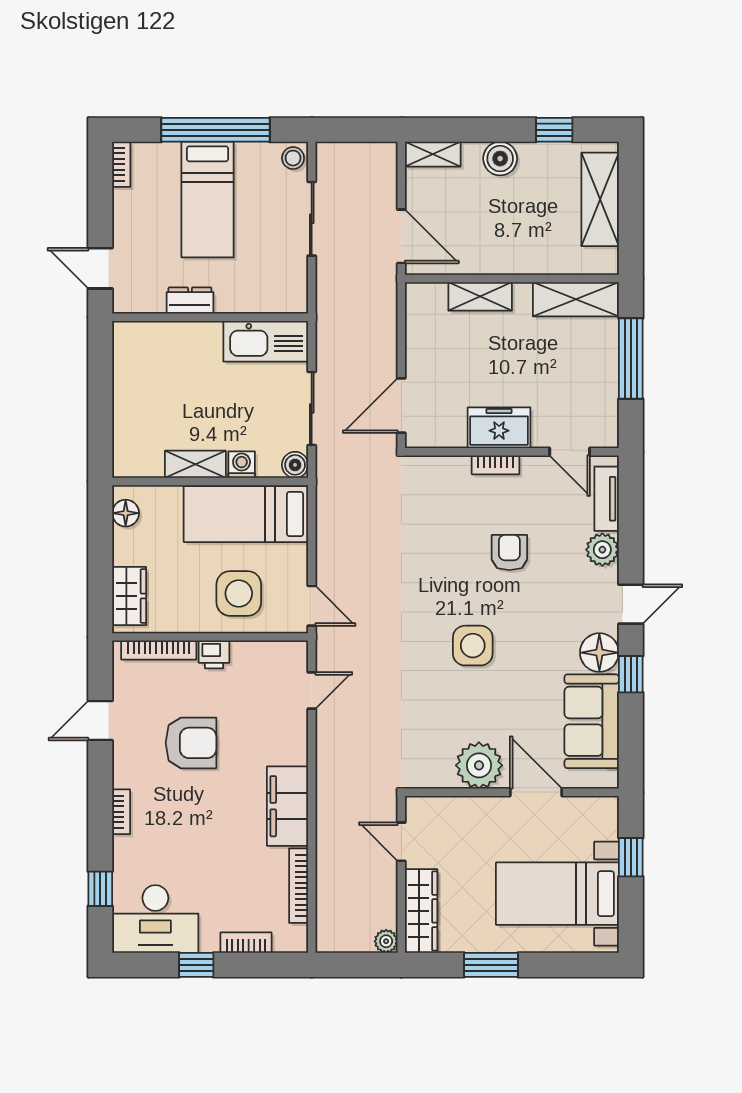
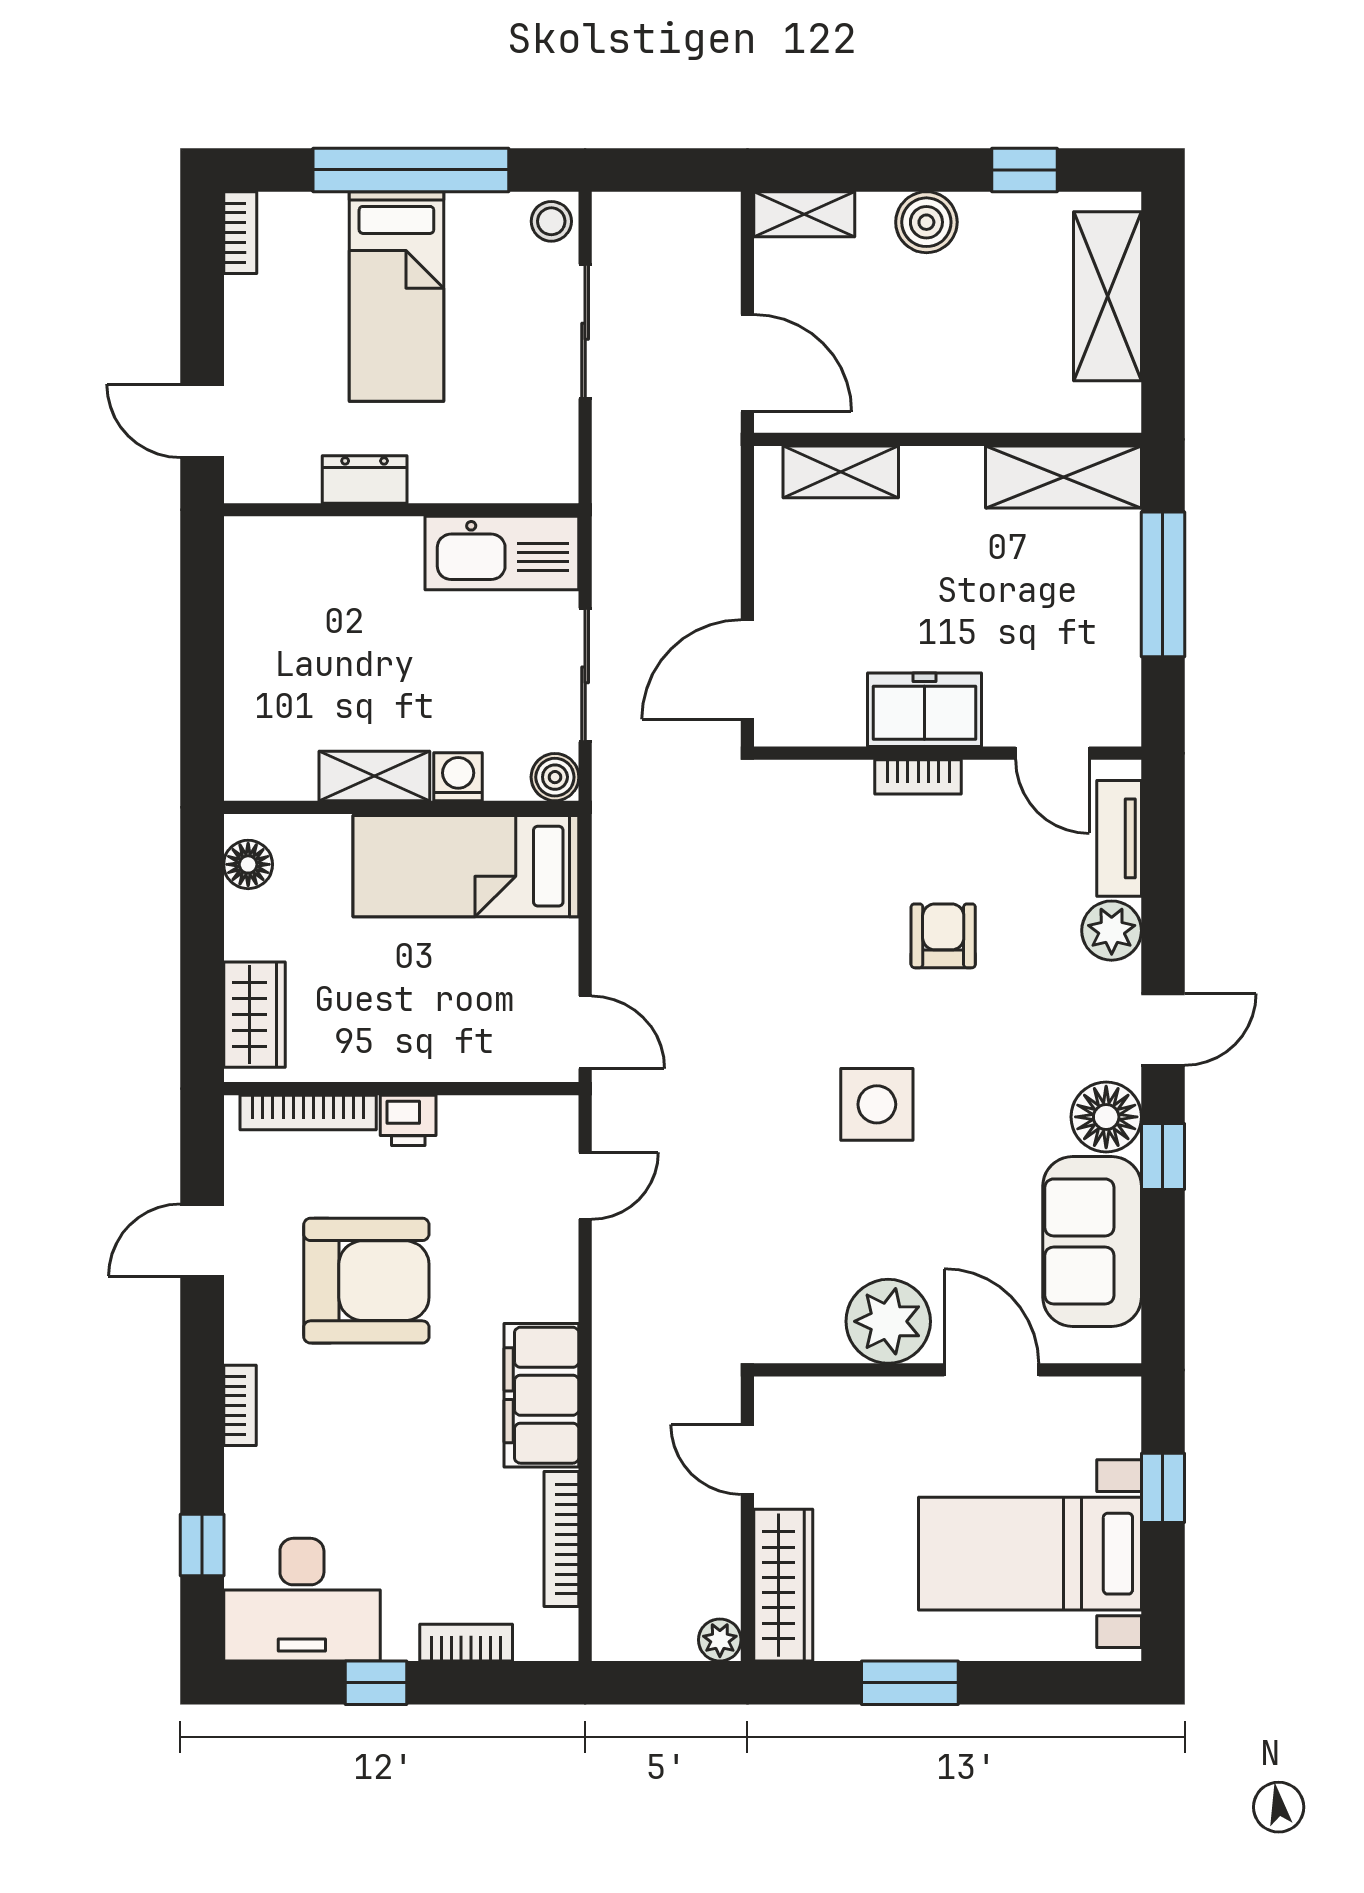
shelving: (480, 296) -> (841, 472), moved
side table: (239, 593) -> (453, 1010), removed
armchair: (191, 743) -> (366, 1281), width x1.36, depth x1.36

